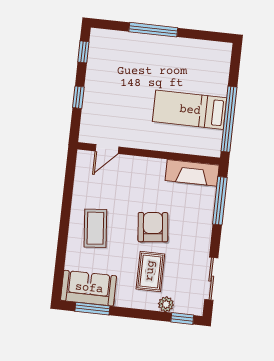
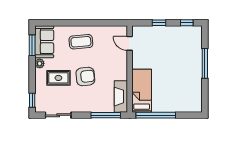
bed: (190, 110) -> (142, 91), moved
plant: (166, 304) -> (40, 63), moved

